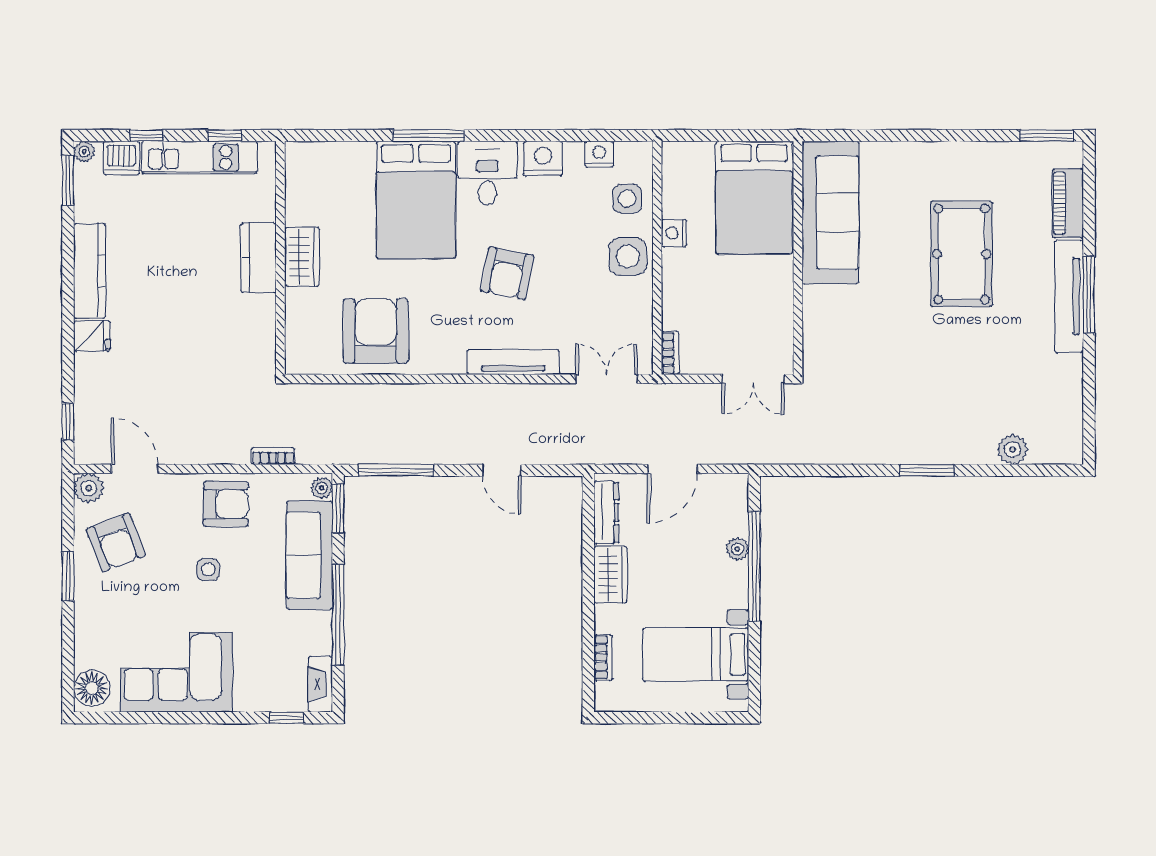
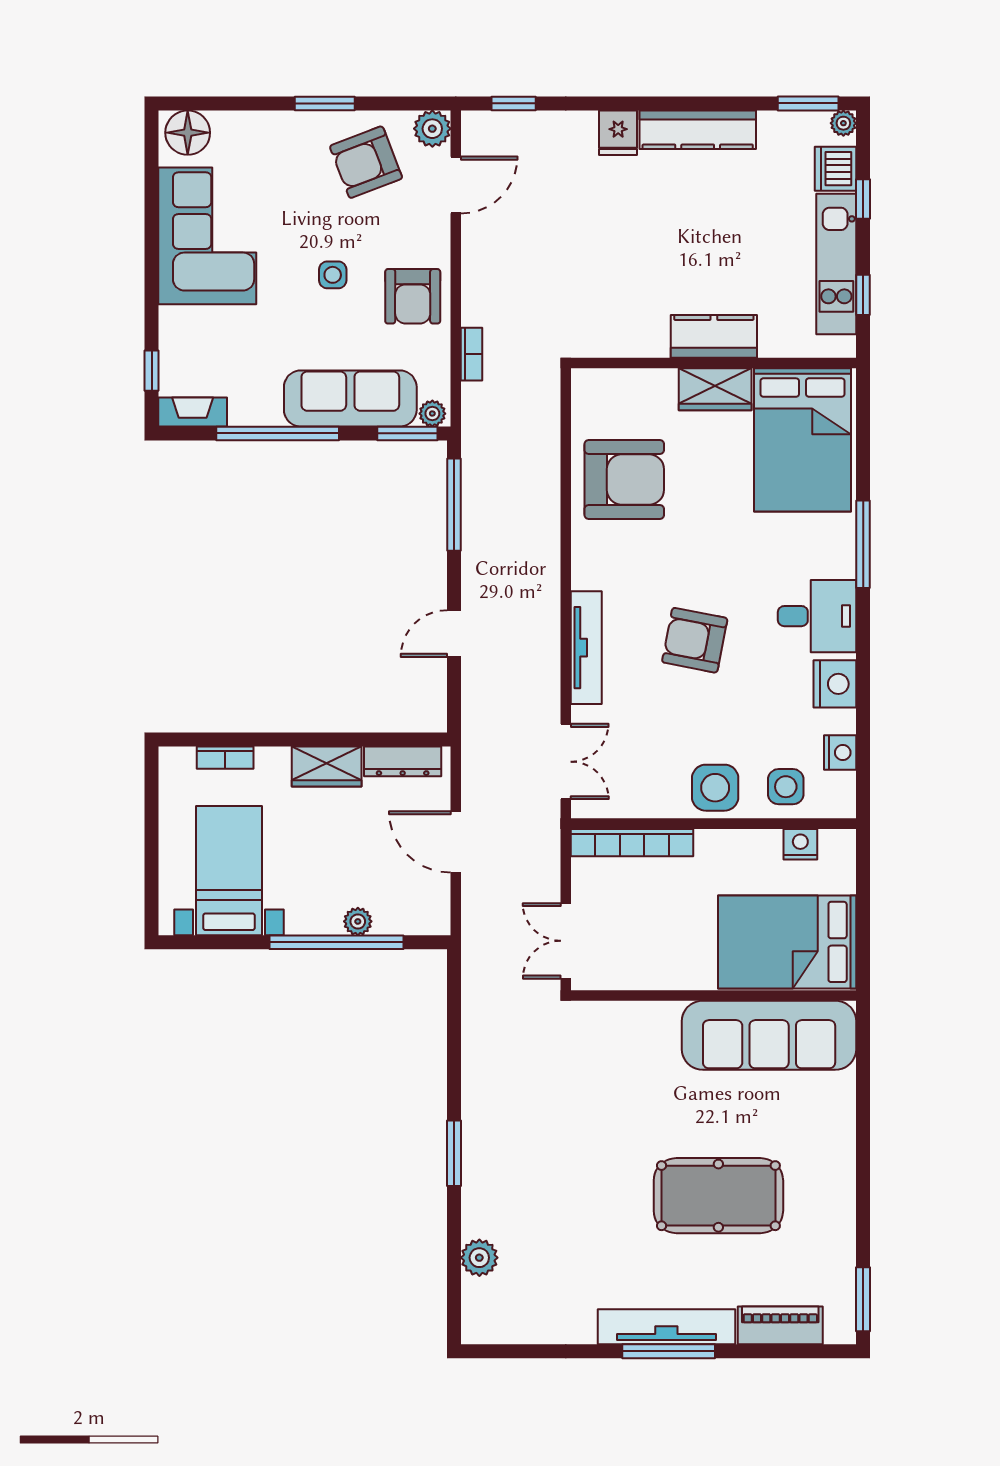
bed: (416, 200) -> (803, 440), moved, turned -90
nightstand: (674, 233) -> (800, 844), moved
bookcase: (670, 353) -> (632, 843), width x2.31, depth x1.31

